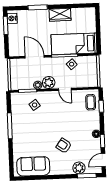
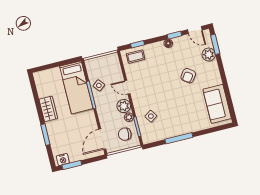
door: (35, 57) -> (102, 139), moved
chair: (23, 78) -> (125, 134), added
door: (65, 89) -> (127, 87), swing flipped

